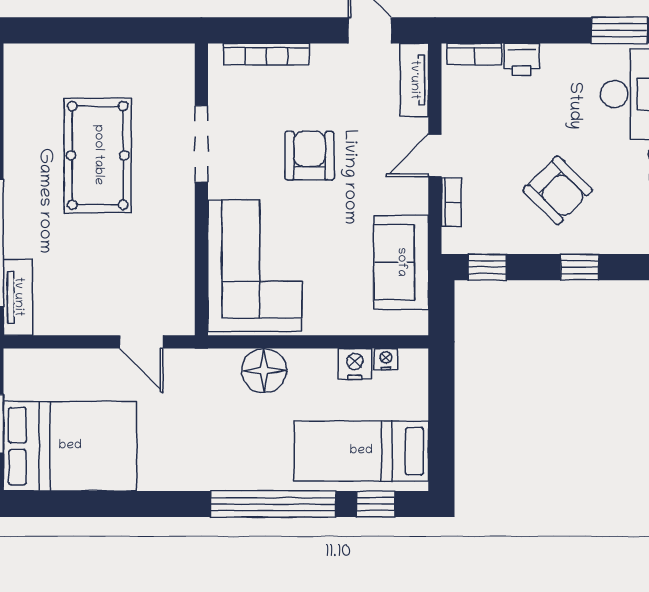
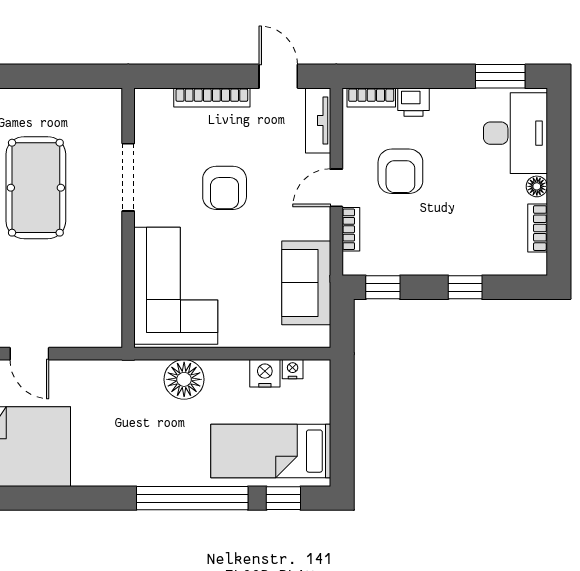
bookcase: (266, 54) -> (212, 97), moved
armchair: (310, 156) -> (225, 188), turned 180
armchair: (558, 190) -> (400, 171), moved, turned 45
door: (141, 342) -> (29, 354), moved

